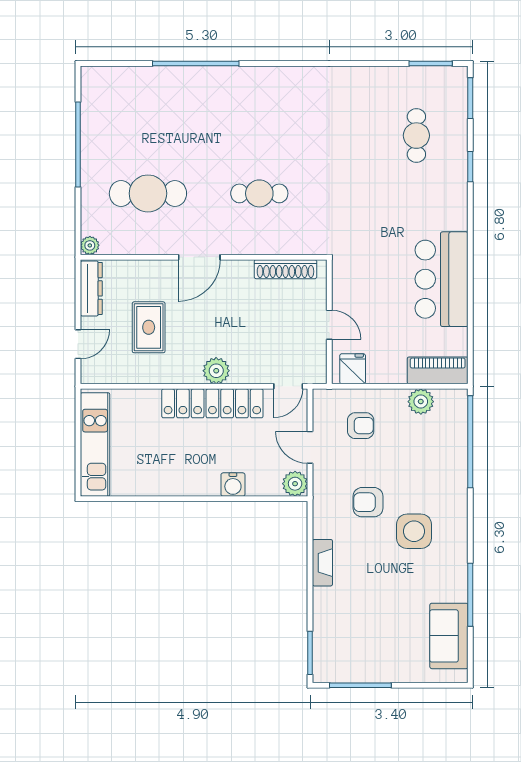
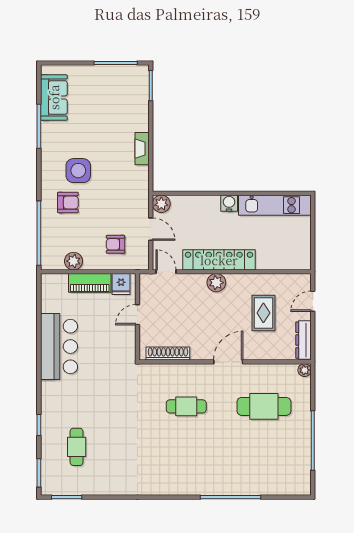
door: (329, 325) -> (137, 315), hinge flipped
piano: (438, 370) -> (90, 283), moved
door: (288, 386) -> (166, 272), hinge flipped
kitchen unit: (95, 444) -> (275, 205), moved, turned -90
water cooler: (233, 485) -> (229, 203), moved
armchair: (368, 502) -> (68, 202), moved

